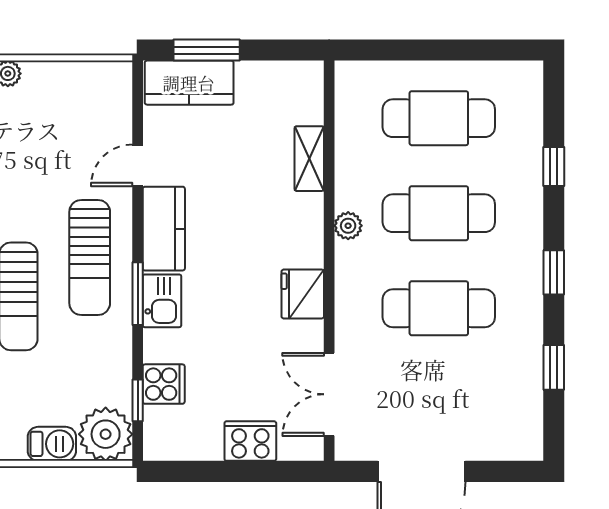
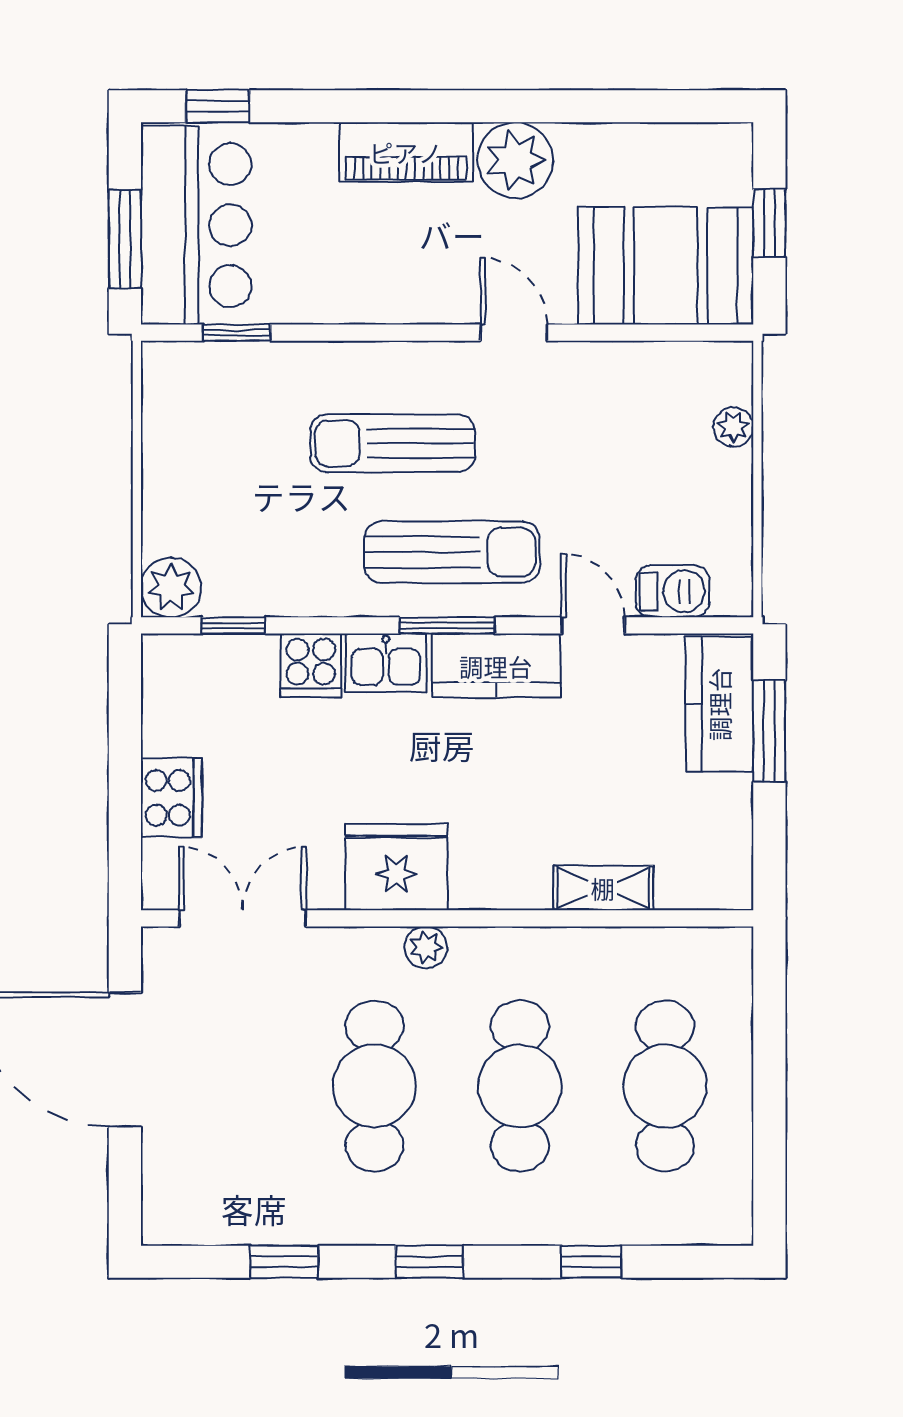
plant: (348, 226) -> (426, 947), moved
sun lounger: (90, 258) -> (452, 552), turned 180
window: (138, 294) -> (447, 625), moved
fridge: (303, 294) -> (396, 867), width x1.36, depth x1.34
cooker: (164, 384) -> (311, 665), moved
plant: (106, 434) -> (171, 587), width x0.73, depth x0.73
barbecue: (52, 444) -> (672, 591), moved, turned -90

